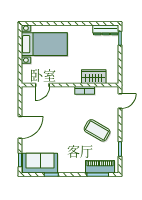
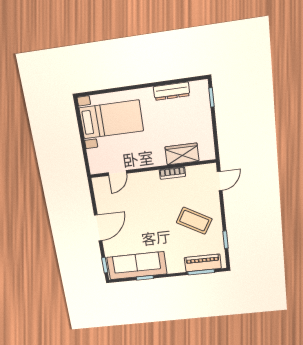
dresser: (106, 30) -> (172, 91), moved
sofa: (40, 163) -> (137, 266), width x1.36

